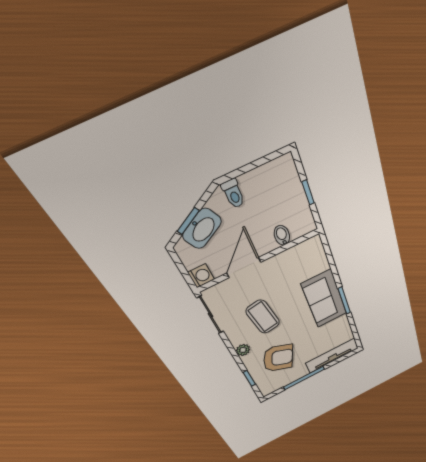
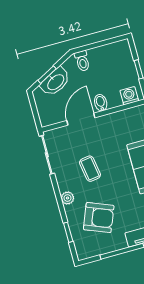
bidet: (282, 235) -> (101, 103), moved
washing machine: (201, 276) -> (129, 96), moved, turned -90
coffee table: (263, 317) -> (90, 169), width x0.73, depth x0.77

